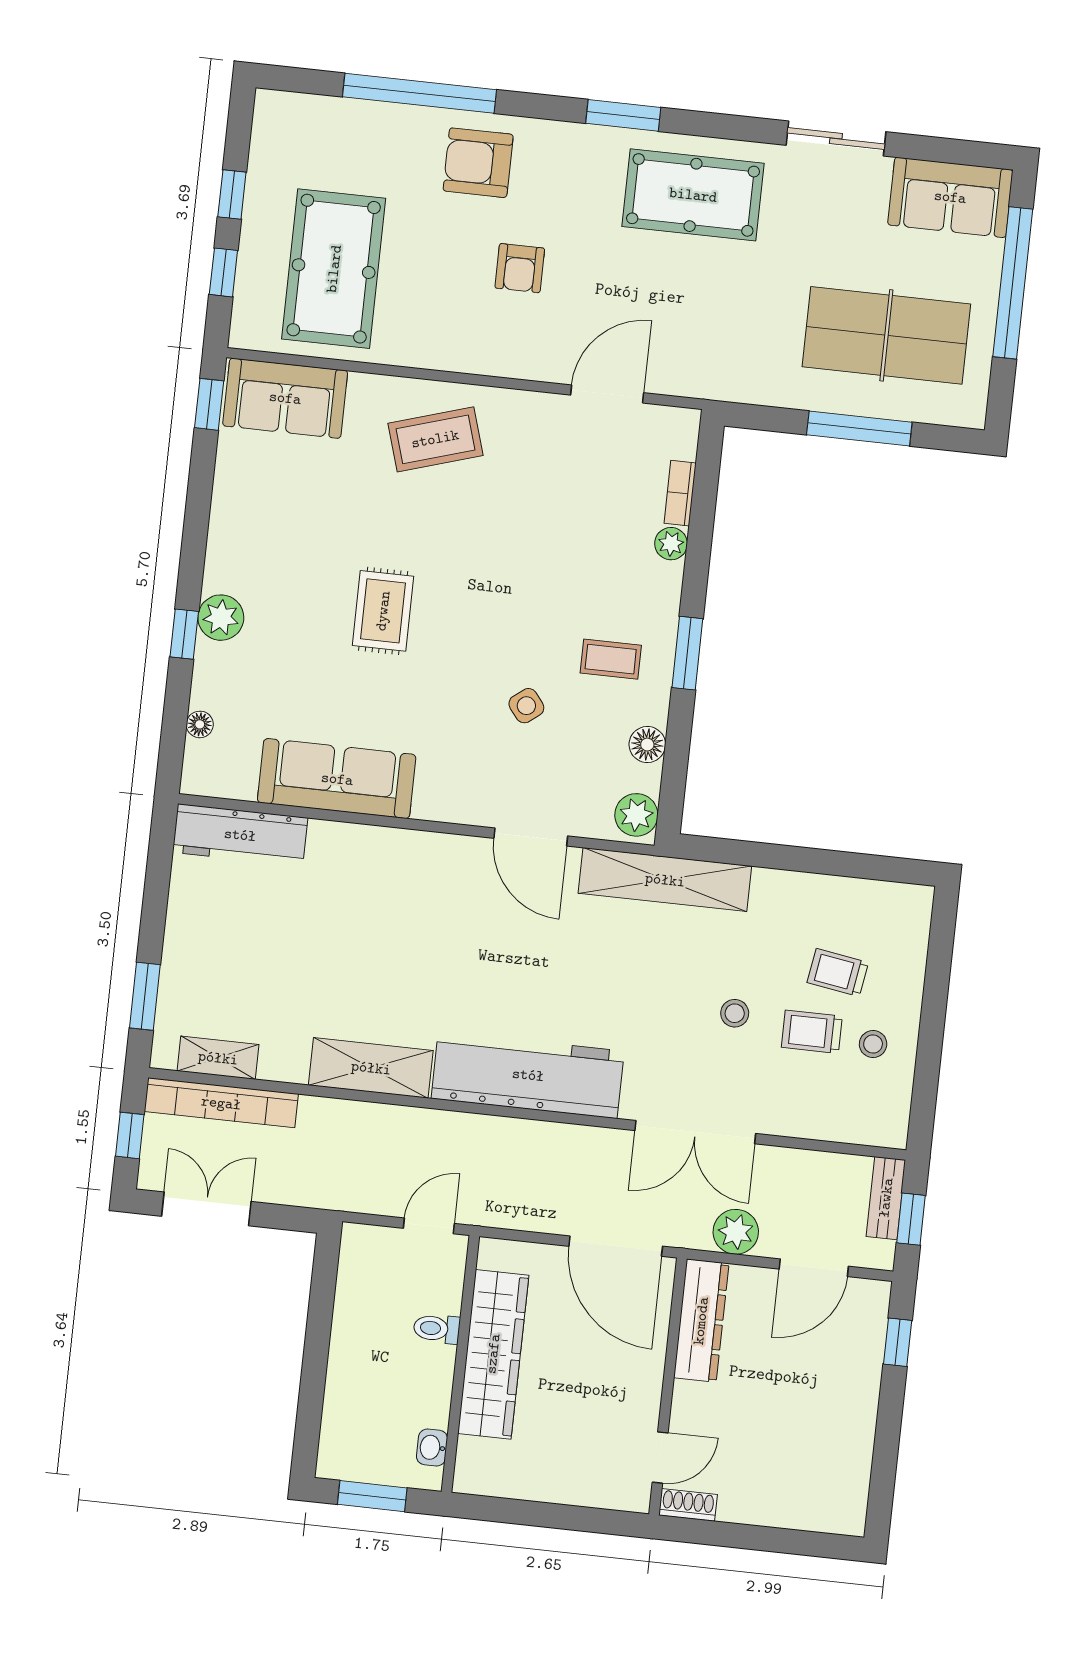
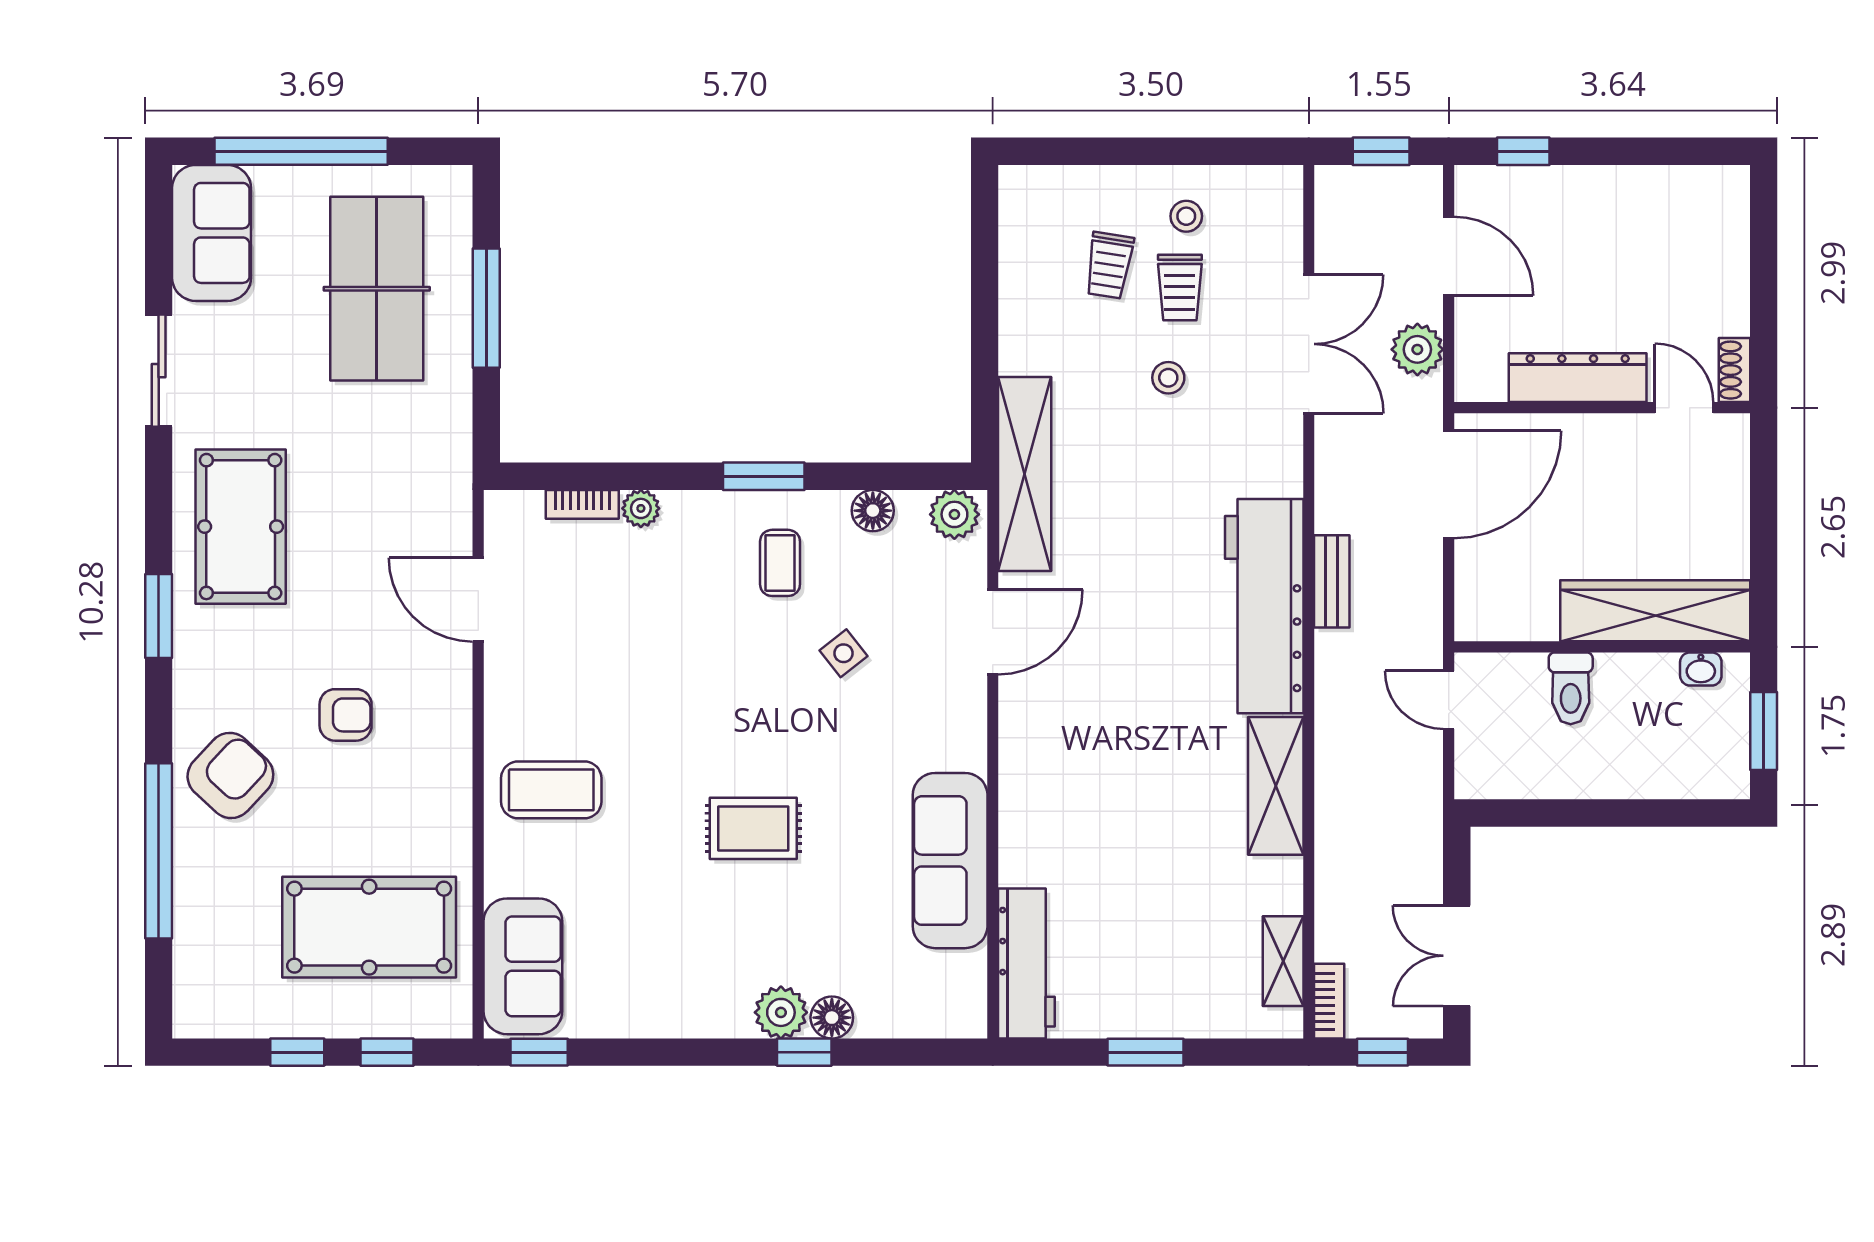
armchair: (478, 163) -> (230, 776), turned -137
coffee table: (435, 439) -> (551, 790), turned -73
floor lamp: (200, 724) -> (832, 1018), moved, width x1.37, depth x1.37
window: (145, 996) -> (1145, 1052), moved
bookcase: (221, 1103) -> (1329, 1001), width x0.43, depth x0.76
double door: (695, 1132) -> (1309, 344), moved
bench: (886, 1198) -> (1332, 581), moved, turned 90
dresser: (701, 1321) -> (1578, 378), moved
toilet: (437, 1329) -> (1571, 688), width x1.37, depth x1.39
wardrobe: (493, 1354) -> (1655, 611), moved

